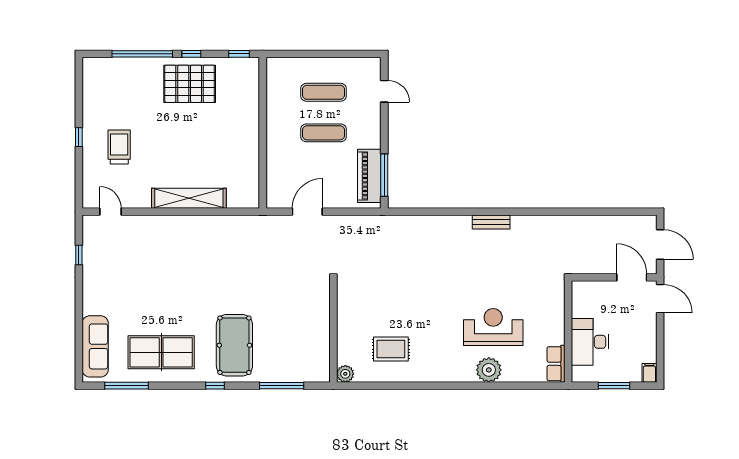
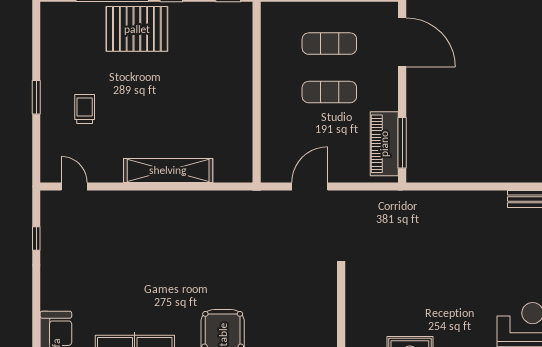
pallet: (190, 84) -> (137, 29), moved
door: (384, 91) -> (402, 42), width x1.87
window: (79, 137) -> (36, 97), width x1.50
trolley: (119, 147) -> (85, 109), width x0.73, depth x0.72

